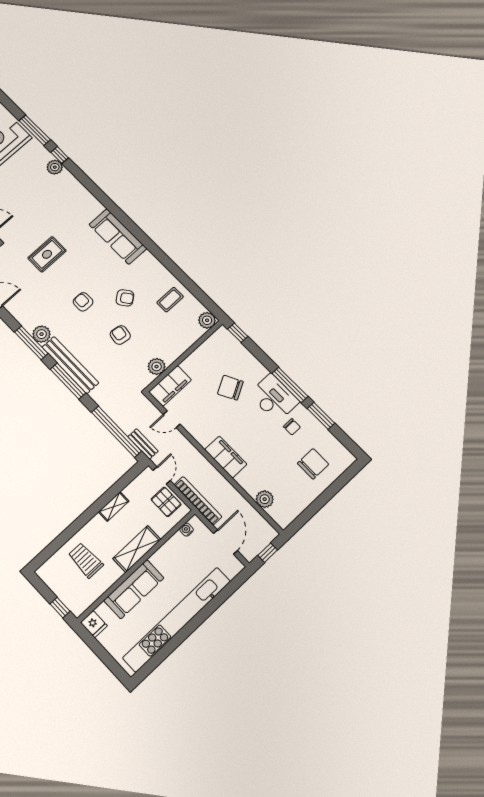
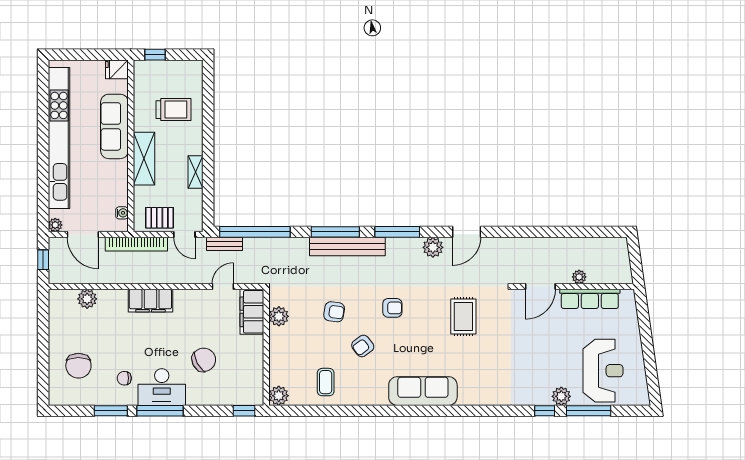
plant: (55, 167) -> (561, 396), moved
plant: (42, 334) -> (433, 247), moved
plant: (237, 567) -> (55, 225), added

